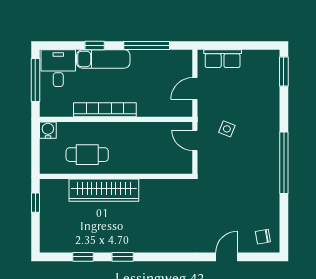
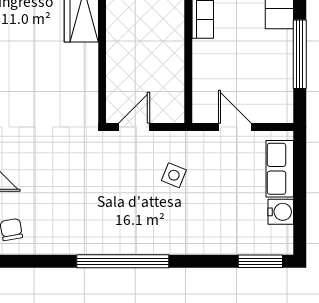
water cooler: (251, 58) -> (281, 212), added
door: (195, 140) -> (134, 127), moved

